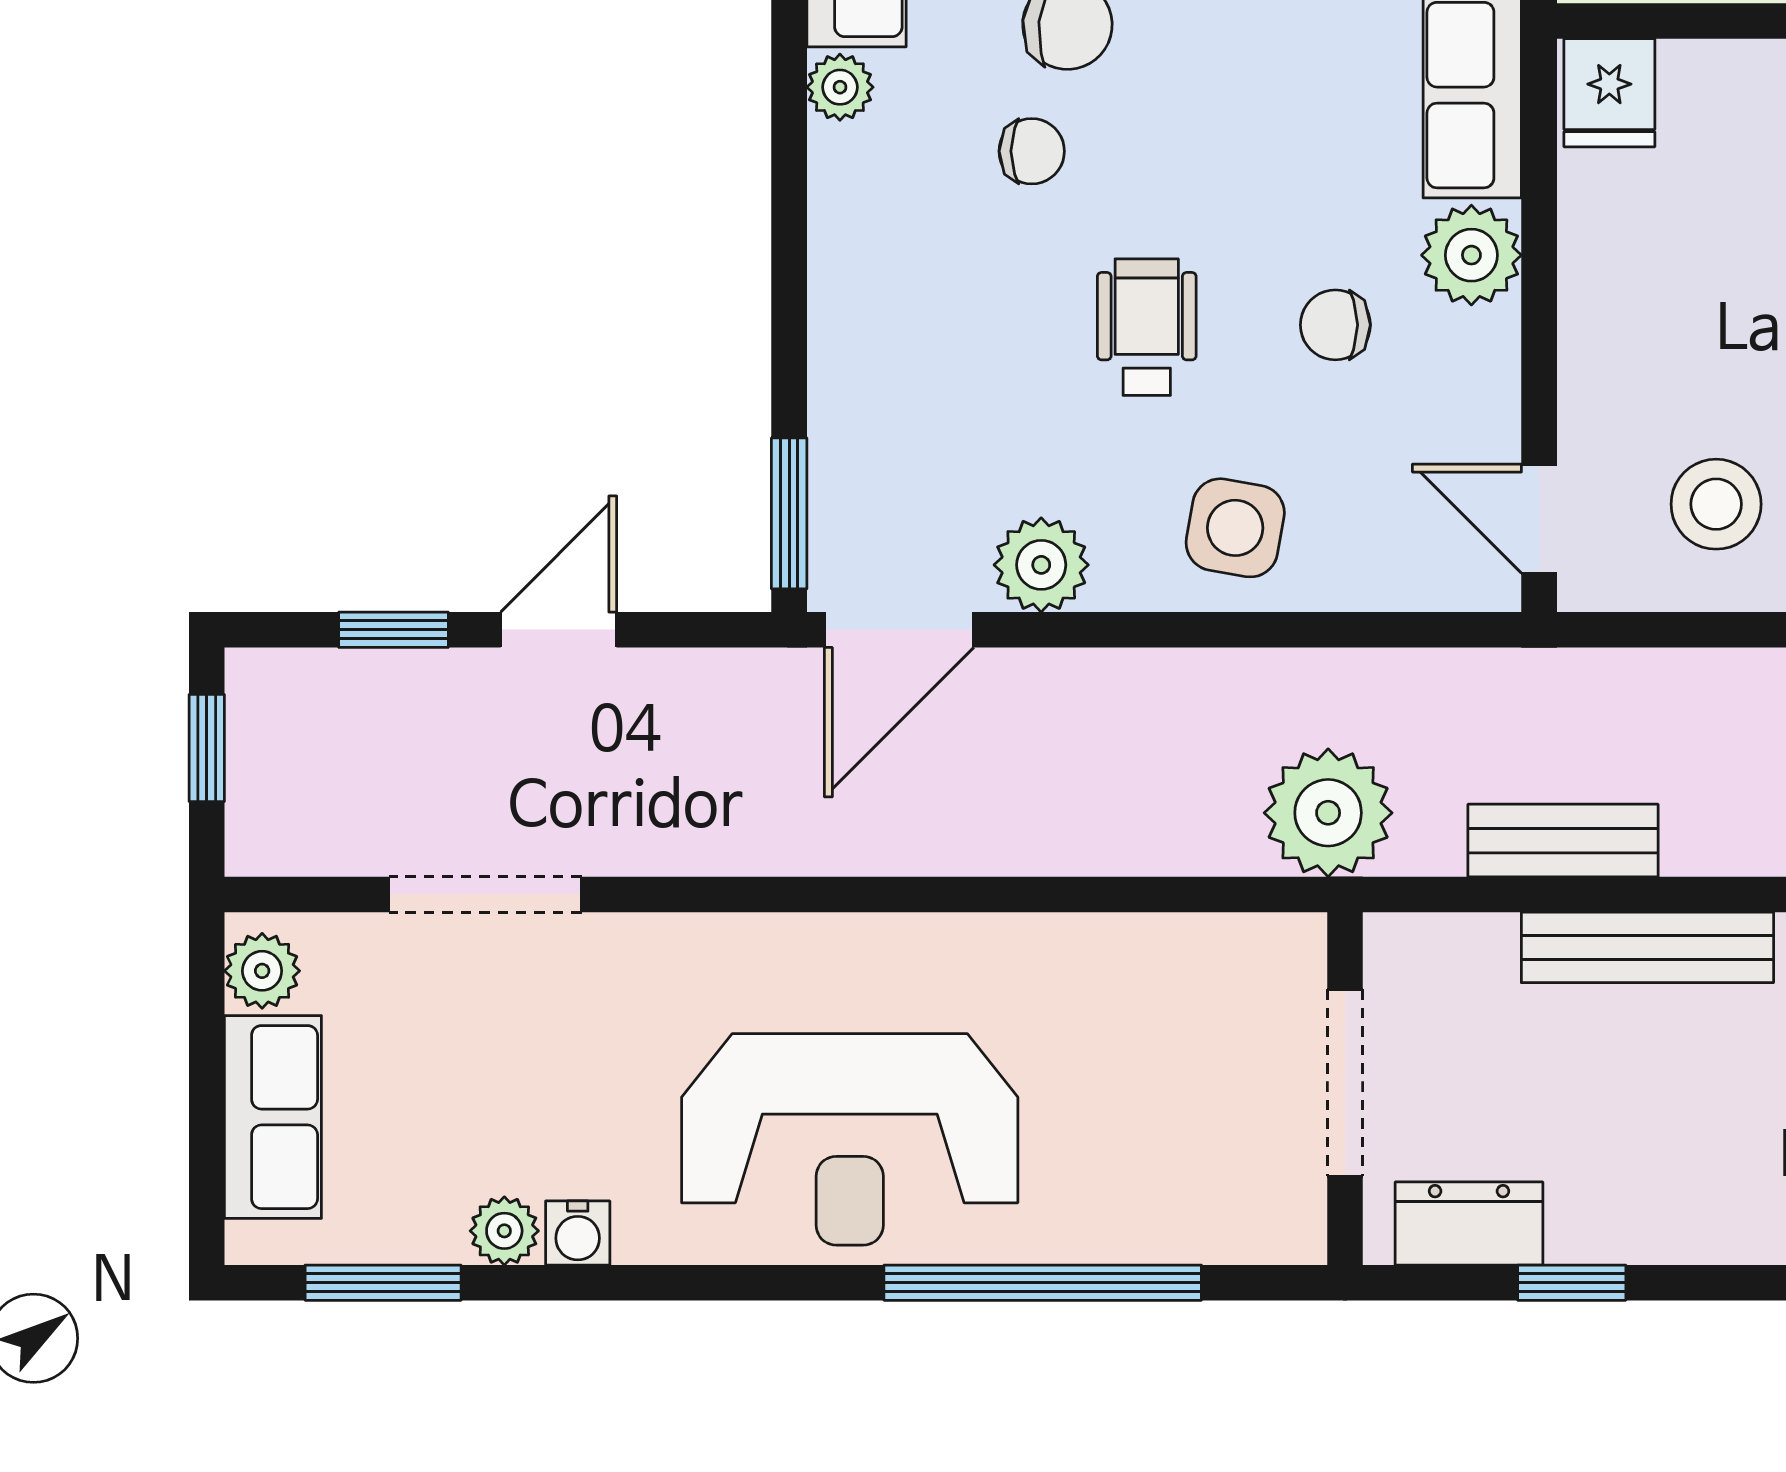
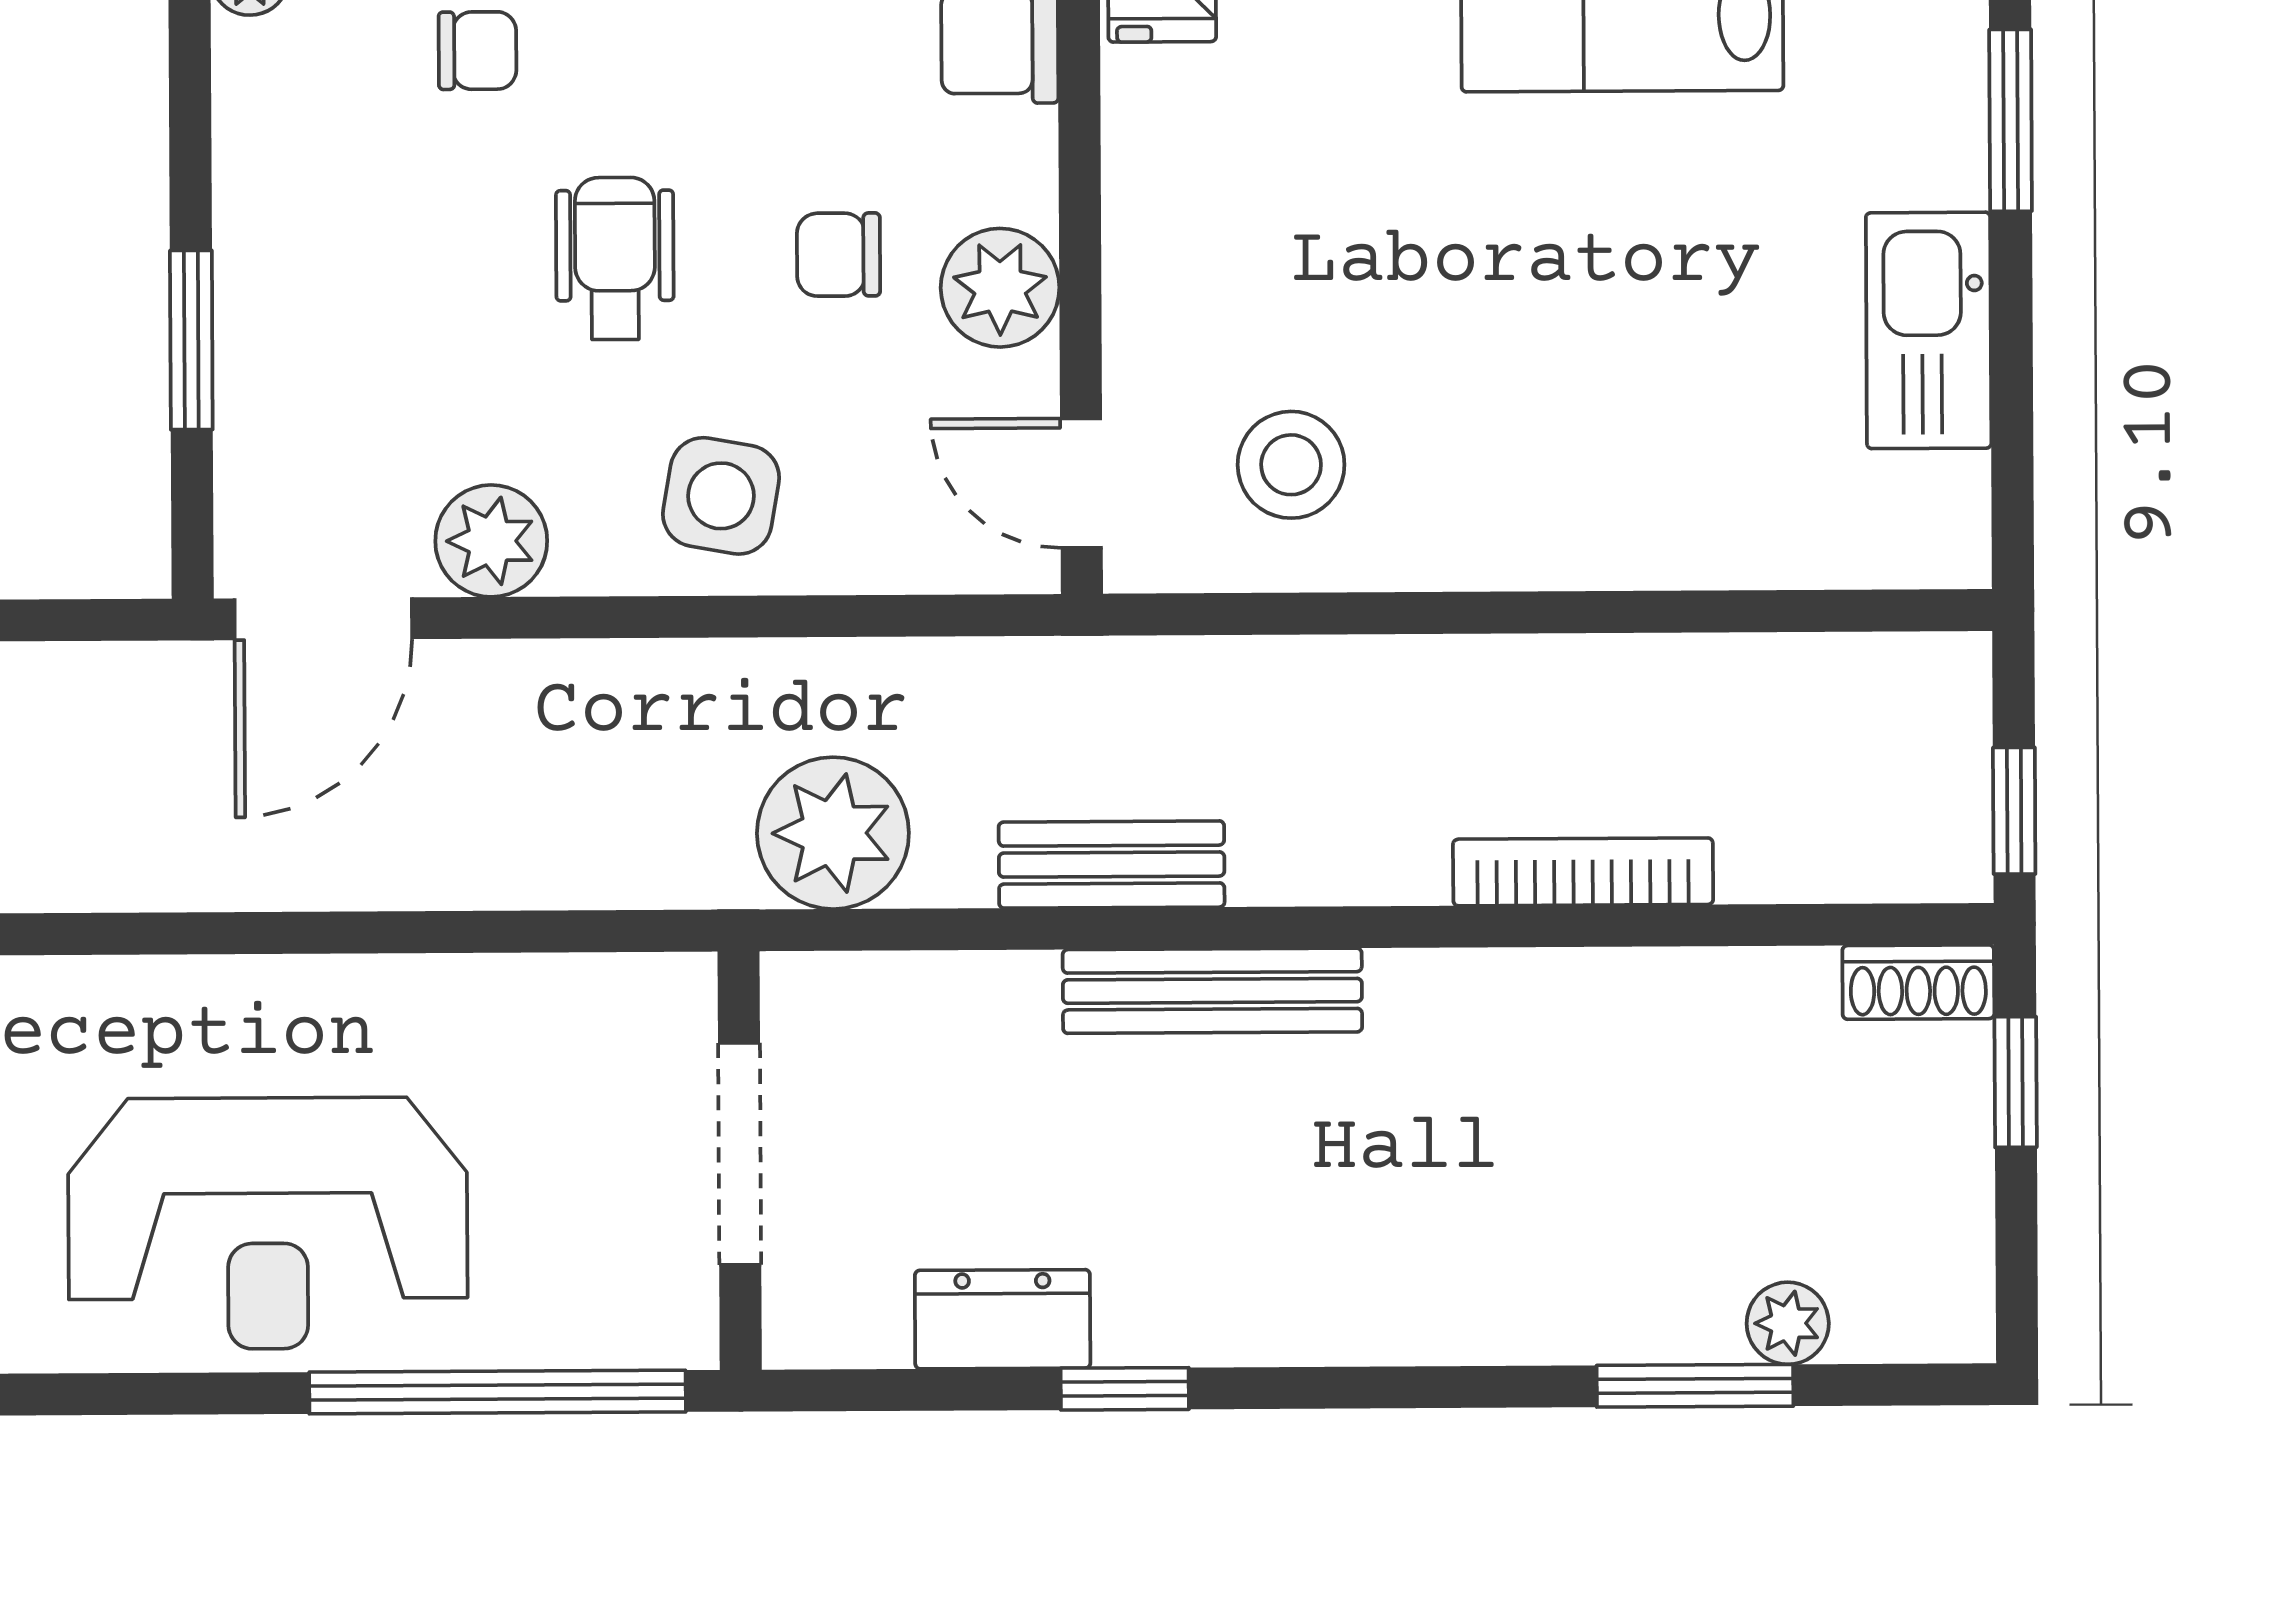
plant: (1471, 255) -> (1000, 288), moved
window: (789, 513) -> (191, 340), moved
doorway: (1345, 1083) -> (740, 1154), moved
wall: (1345, 1089) -> (740, 1161), moved

